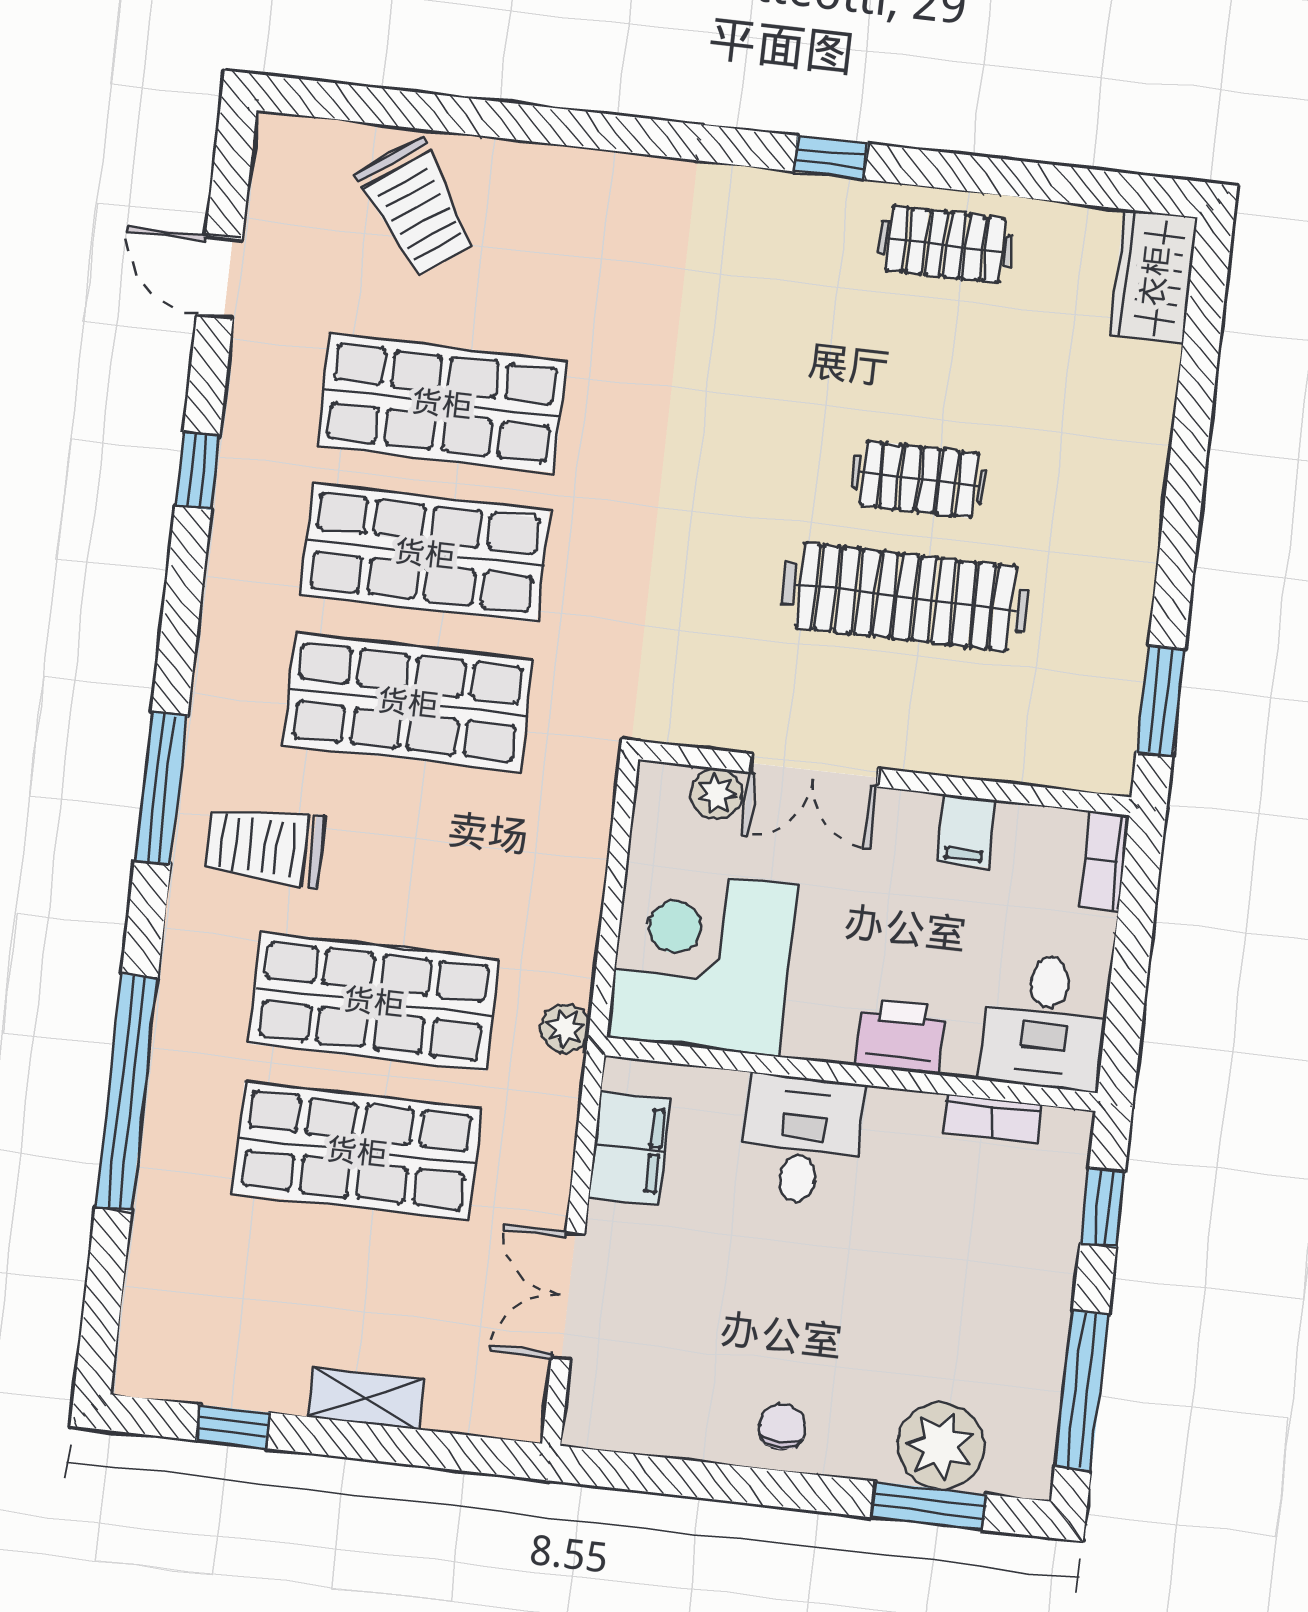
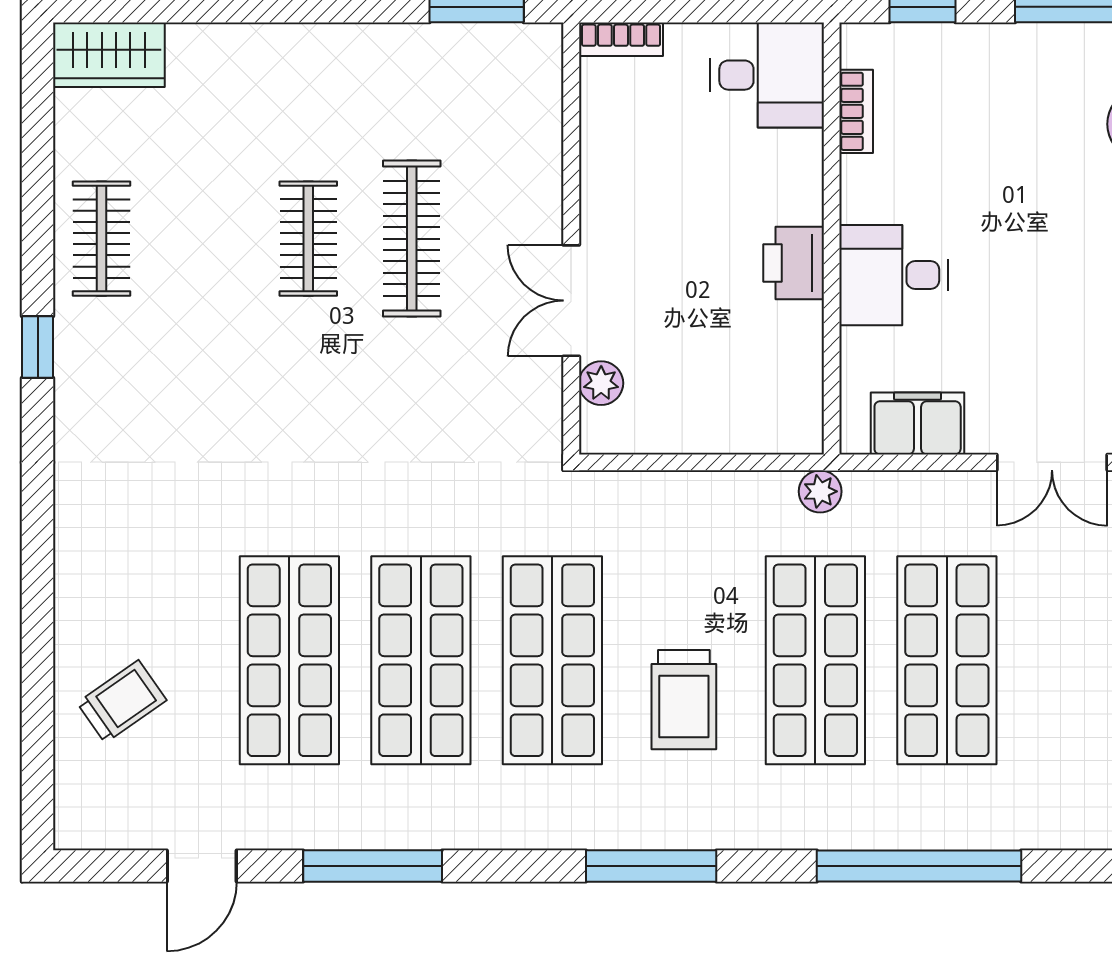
trolley: (417, 207) -> (122, 702), width x0.73, depth x0.72
window: (197, 471) -> (373, 866), width x2.17
clothes rail: (905, 597) -> (412, 239), width x0.73, depth x0.76
double door: (814, 770) -> (571, 301), swing flipped
filing cabinet: (966, 831) -> (609, 163), removed
trolley: (265, 846) -> (684, 700), moved
corner desk: (702, 961) -> (748, 379), removed
printer: (901, 1036) -> (794, 263), moved

